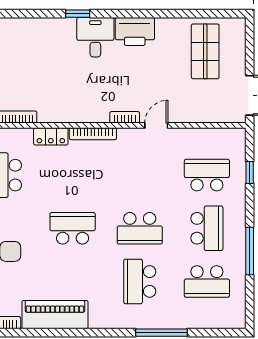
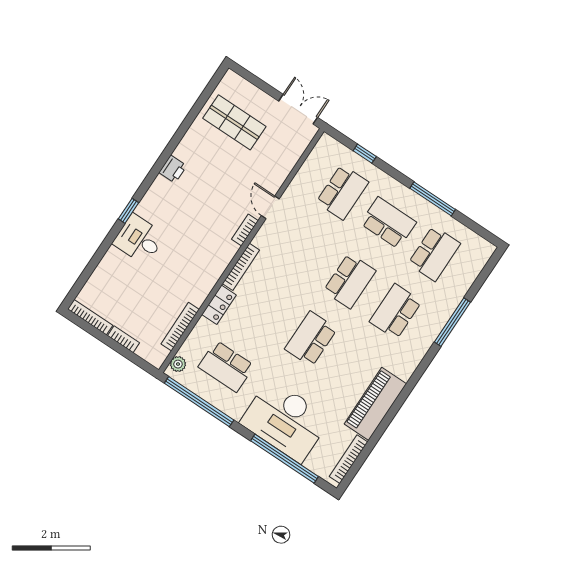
printer: (135, 31) -> (173, 169), width x0.53, depth x0.68
desk: (95, 37) -> (139, 239), moved
school desk: (207, 175) -> (342, 192), turned 180
school desk: (140, 281) -> (396, 312), turned 90

